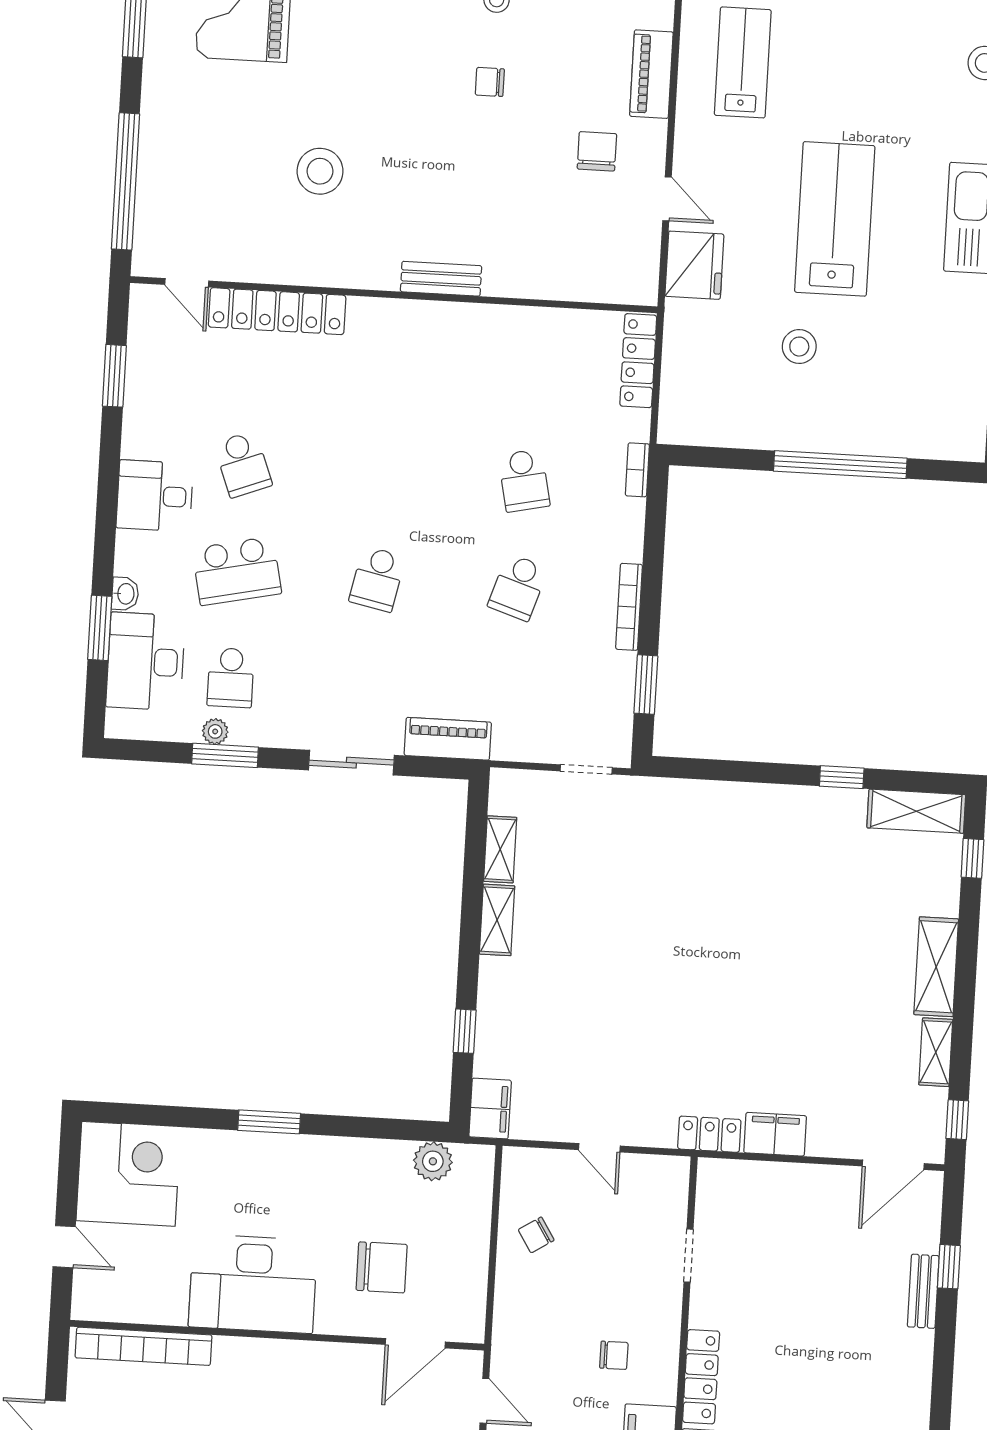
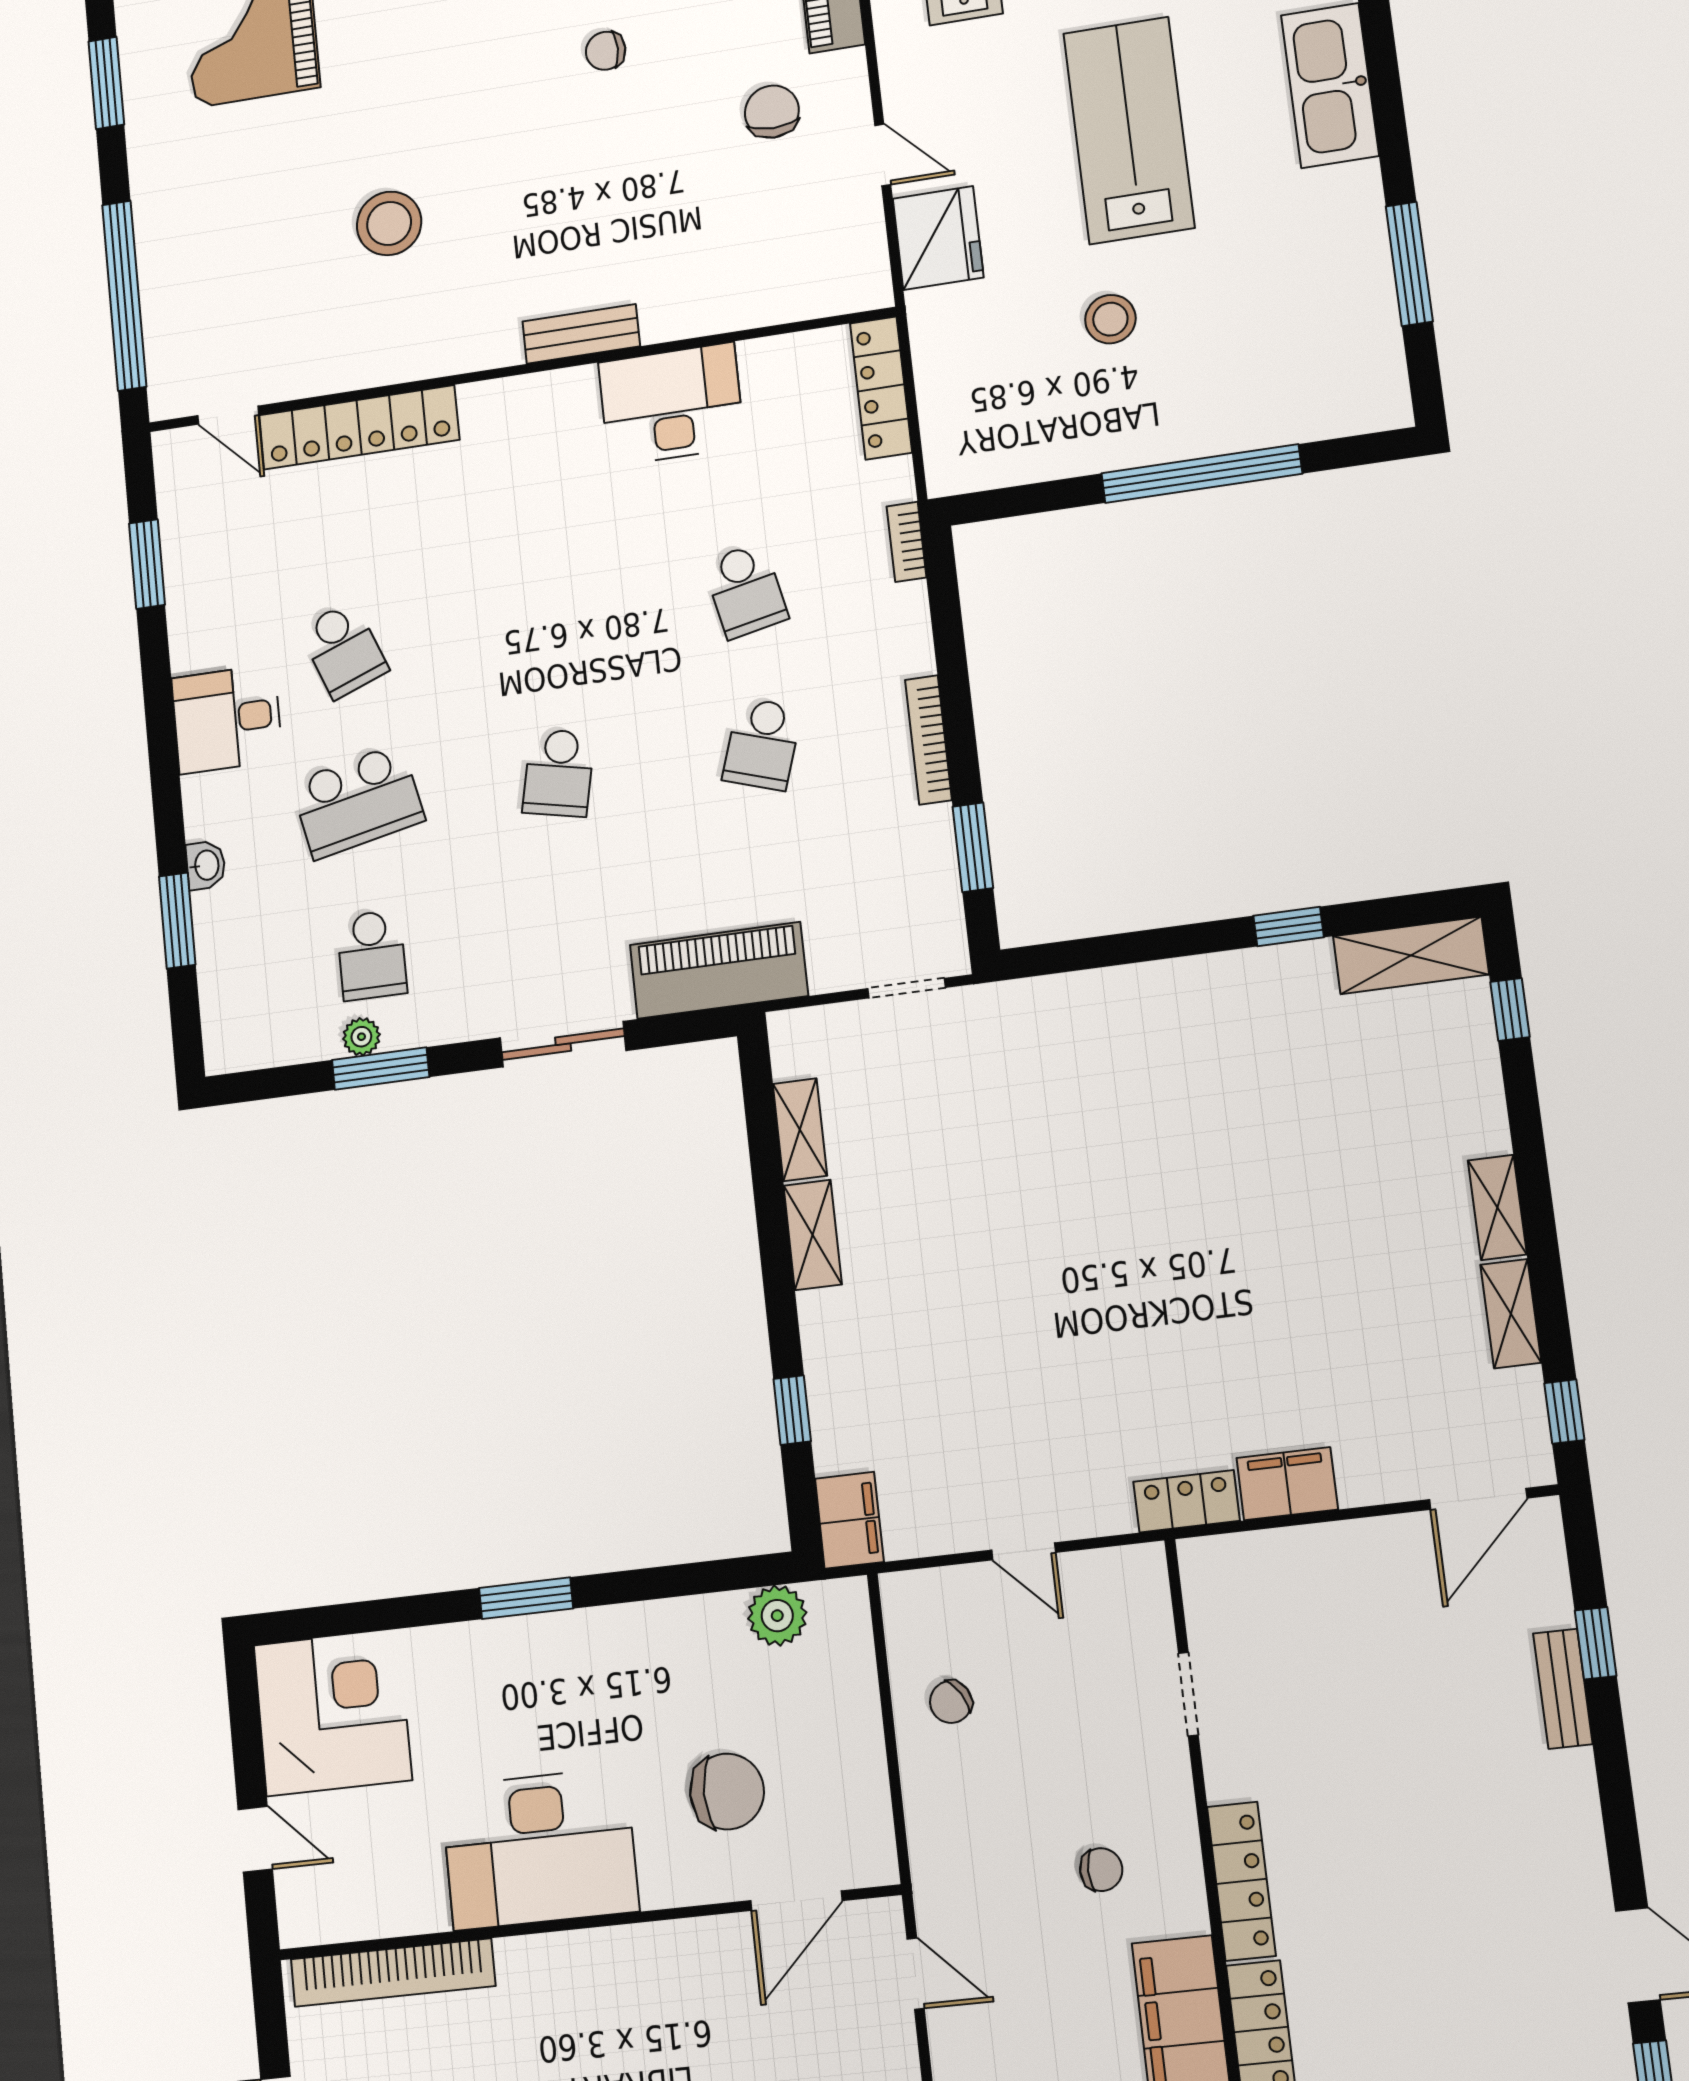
desk: (146, 661) -> (671, 404), moved, turned 90
piano: (448, 739) -> (719, 970), width x1.37, depth x1.33
shelving: (936, 967) -> (1497, 1207), width x0.67, depth x0.75

